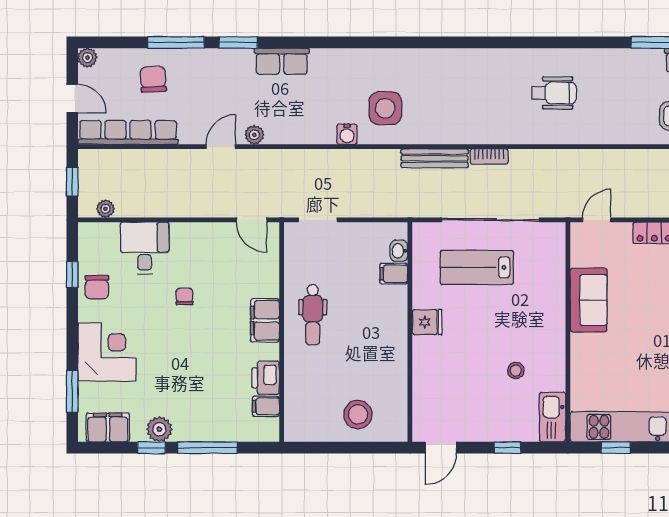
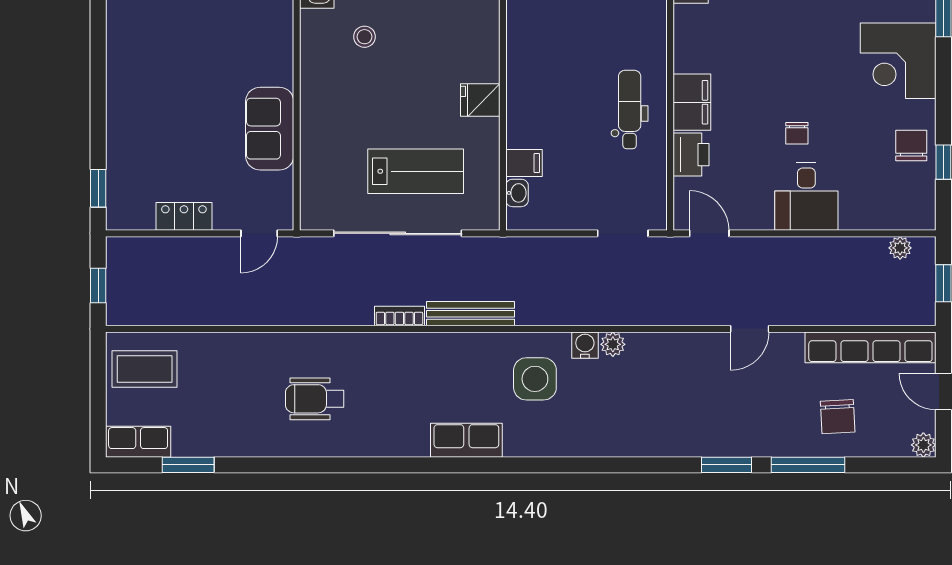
row of seats: (282, 61) -> (466, 440), moved
plant: (254, 135) -> (613, 344), moved
desk: (145, 248) -> (806, 196), moved
printer: (266, 378) -> (691, 155), moved

